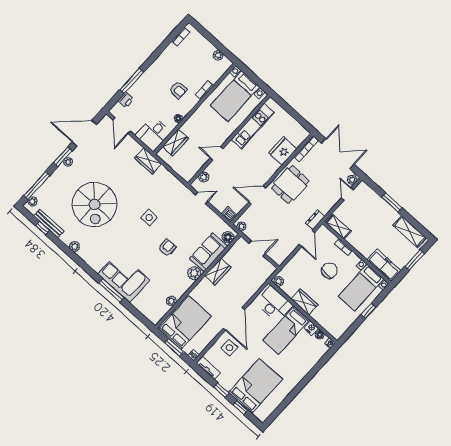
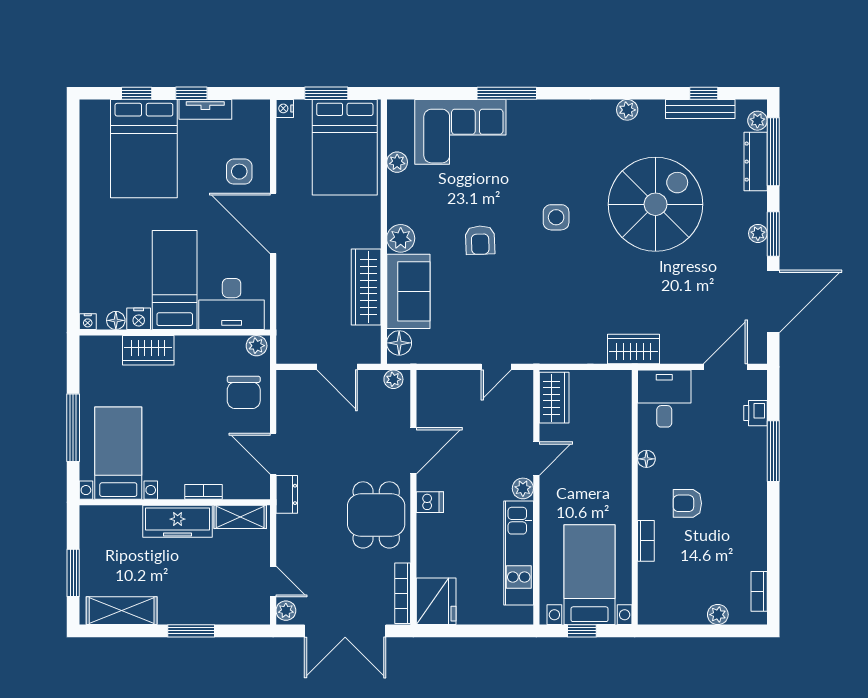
plant: (218, 55) -> (718, 615), moved
window: (255, 79) -> (582, 631), added
door: (122, 126) -> (725, 367), hinge flipped
wardrobe: (175, 142) -> (554, 398), moved, turned 180
fridge: (283, 151) -> (436, 601), moved
plant: (204, 177) -> (523, 488), moved
dresser: (46, 188) -> (756, 162), added
spiral stairs: (95, 204) -> (656, 204), turned 90
dishwasher: (229, 214) -> (430, 502), moved
side table: (149, 218) -> (556, 217), moved
door: (257, 248) -> (337, 367), hinge flipped
freezer: (384, 265) -> (178, 521), moved
chair: (329, 271) -> (244, 392), moved
wardrobe: (218, 272) -> (366, 287), width x1.50
corner sofa: (124, 277) -> (460, 132), moved
wardrobe: (304, 302) -> (148, 350), moved
window: (369, 311) -> (73, 428), width x2.17
tv unit: (208, 368) -> (205, 109), moved

